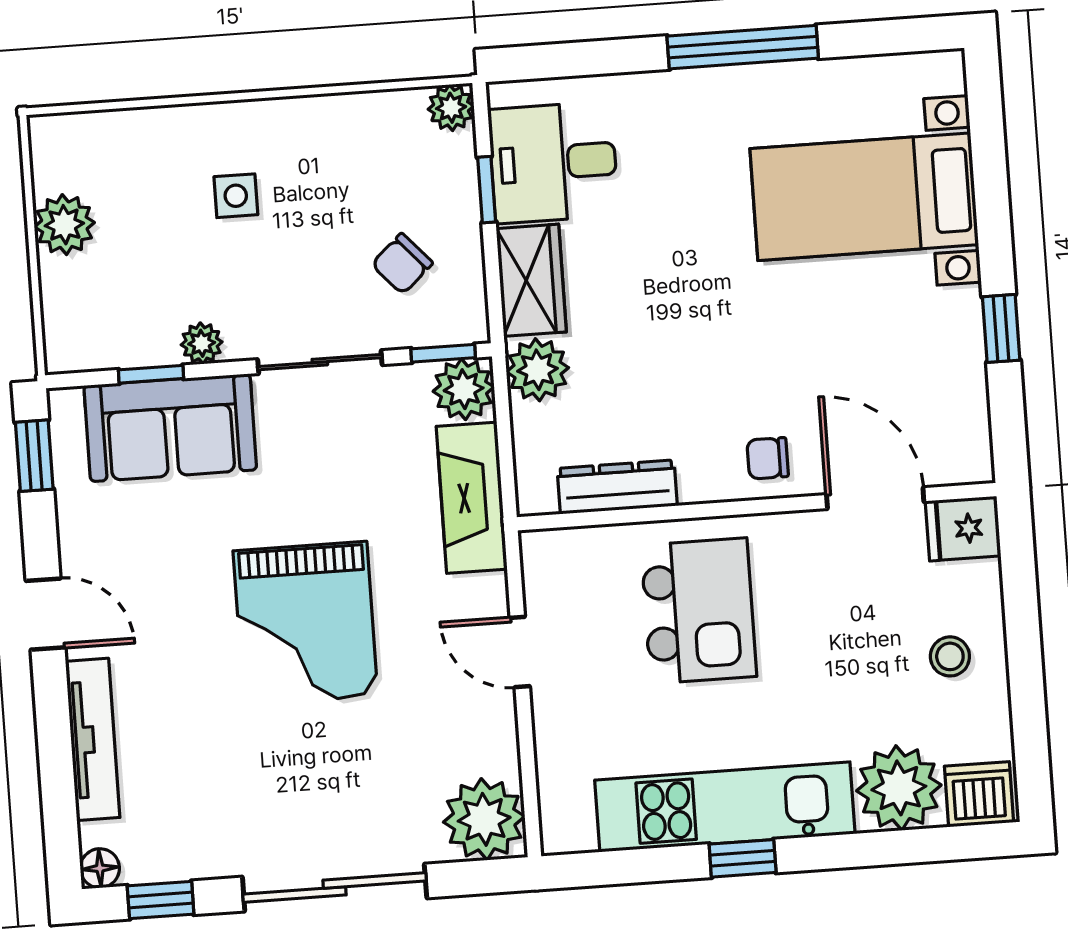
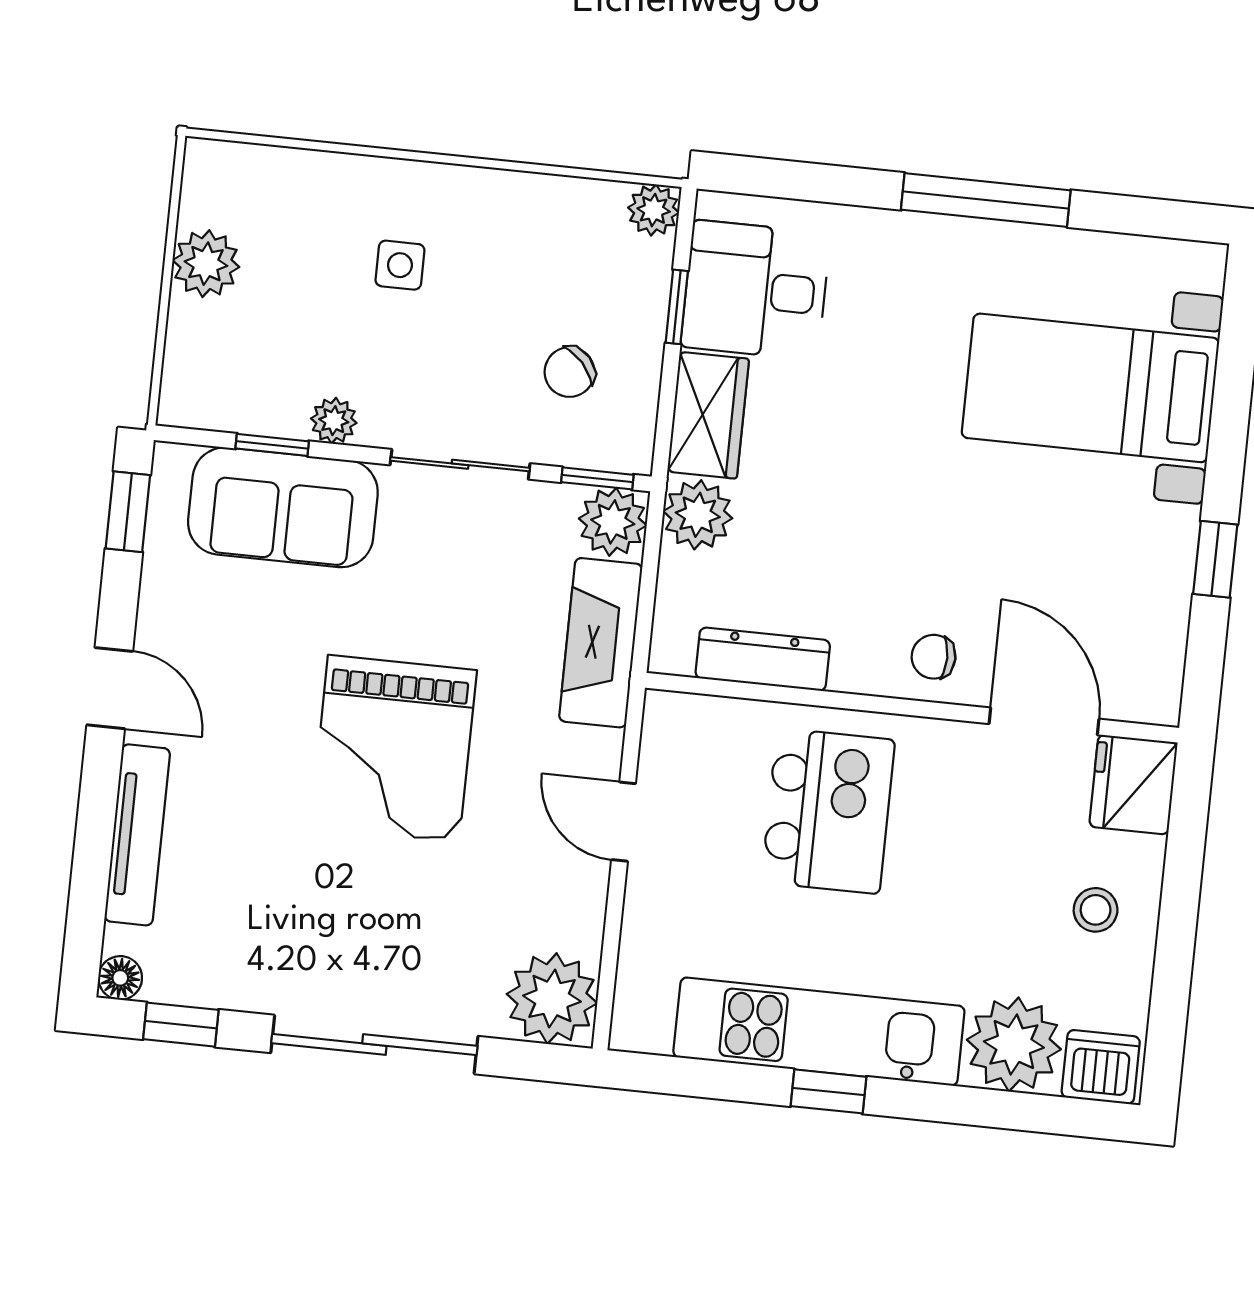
fridge: (963, 529) -> (1133, 785), width x1.38

